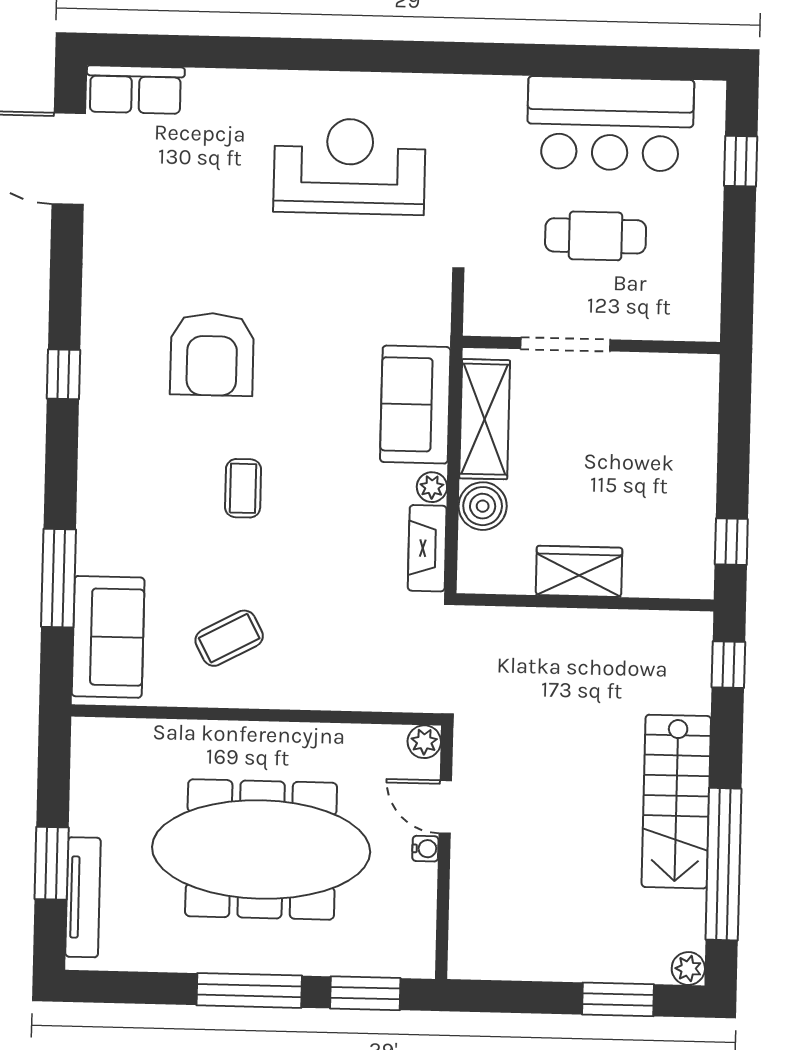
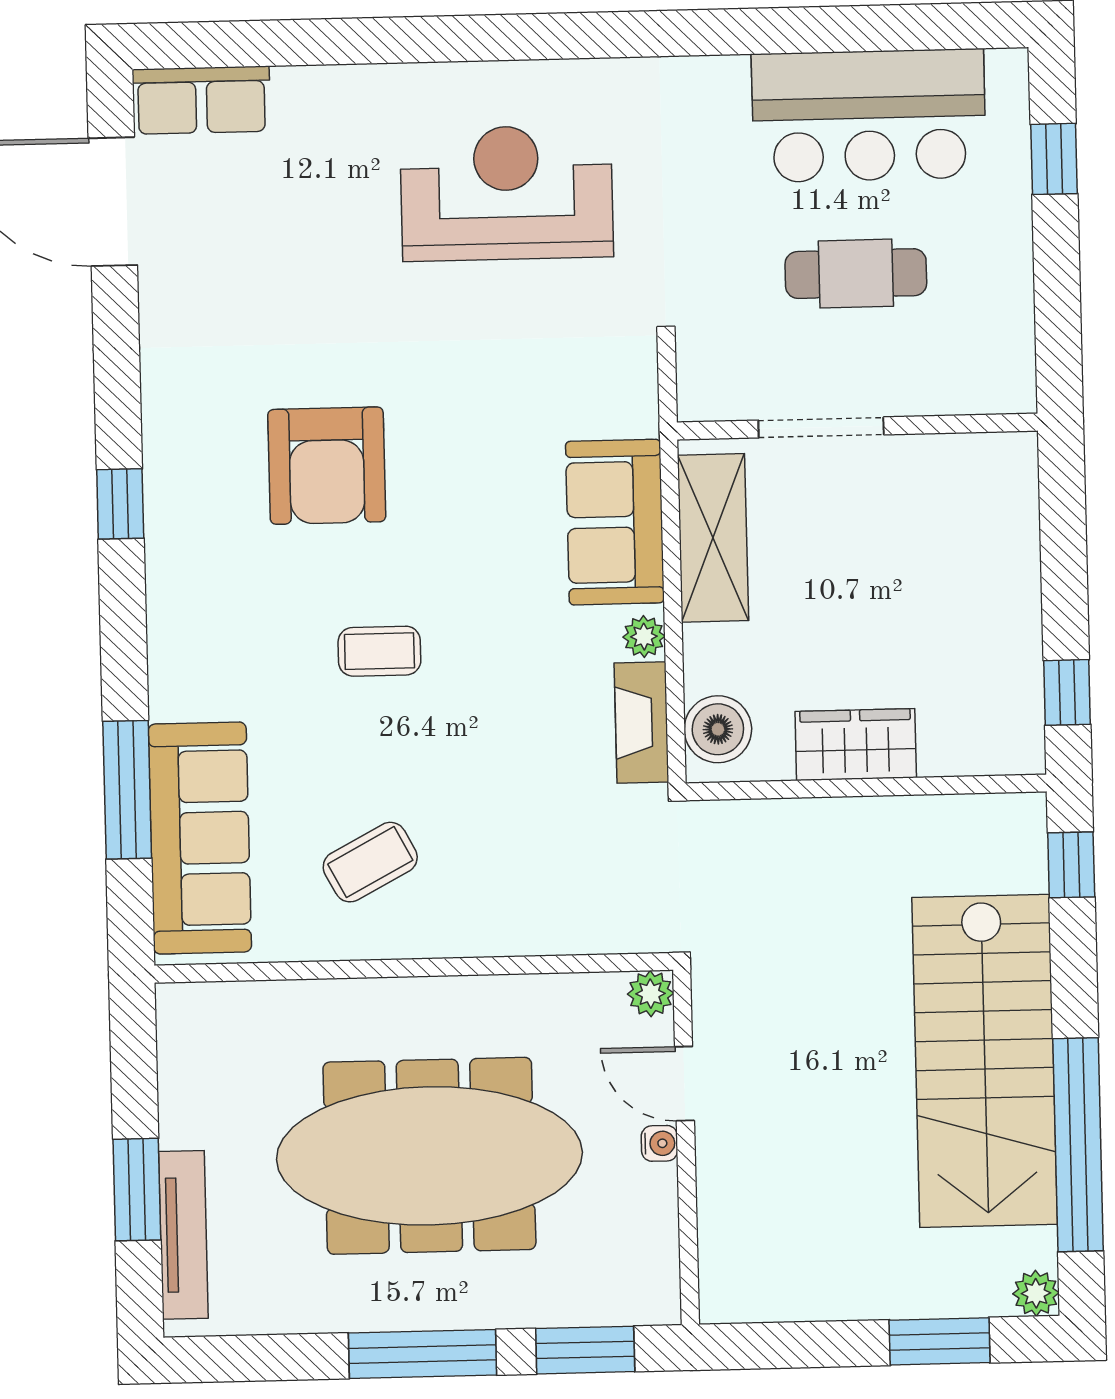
coffee table: (243, 488) -> (379, 651), turned 90
boiler: (483, 506) -> (718, 729), moved
sofa: (108, 637) -> (200, 838), width x1.36
stairs: (676, 802) -> (985, 1061), width x1.36, depth x1.51

